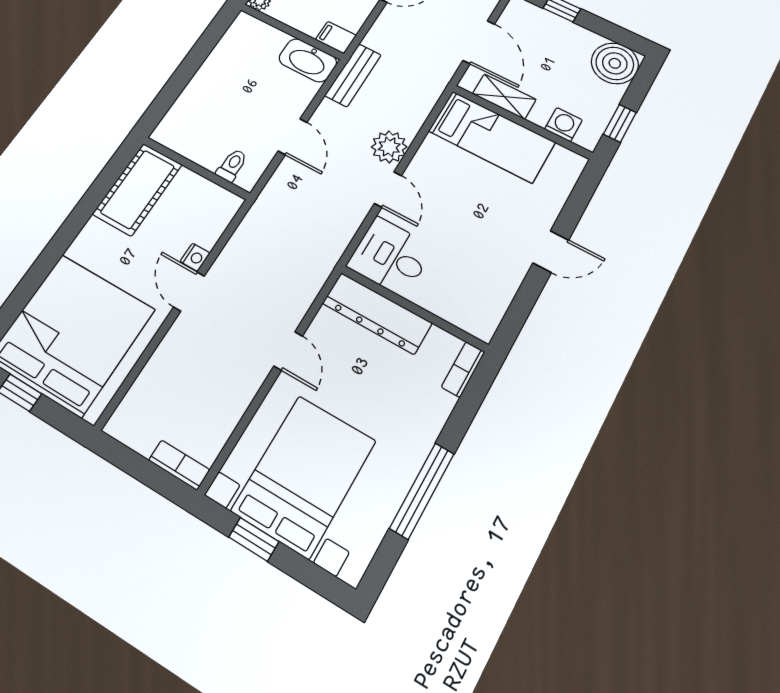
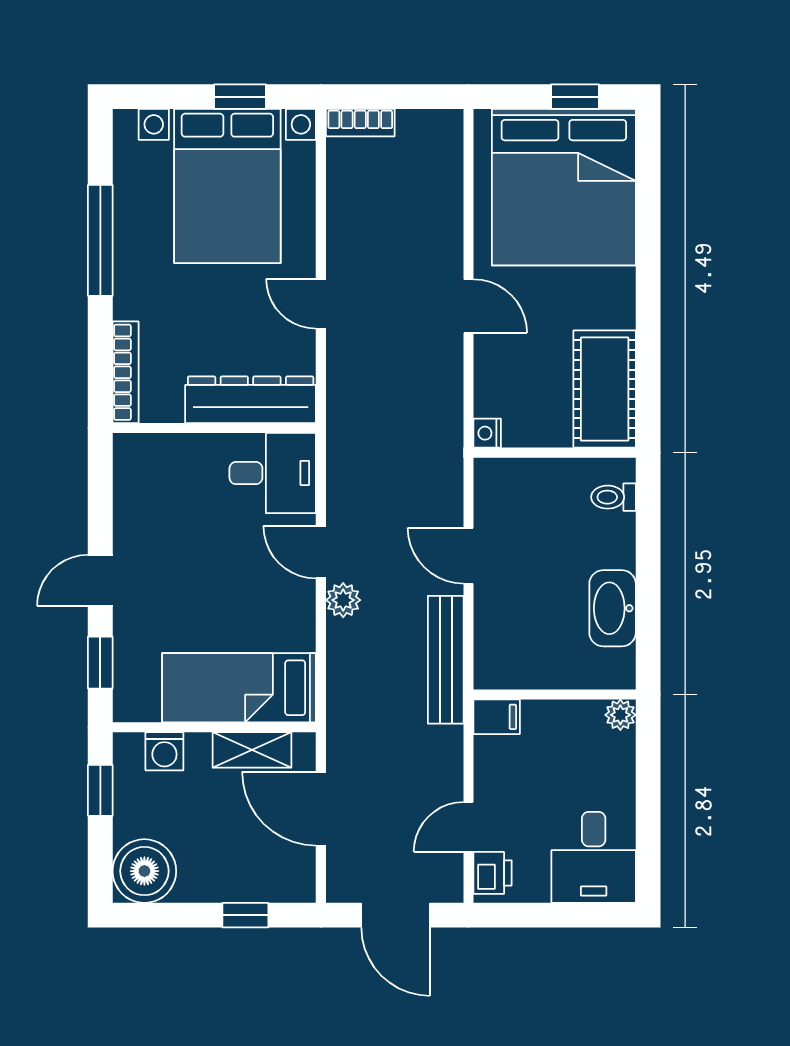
washbasin: (308, 60) -> (613, 608), moved, turned -90
bench: (353, 75) -> (446, 660), width x1.36
plant: (389, 147) -> (343, 600), width x0.73, depth x0.73
toilet: (232, 165) -> (613, 497), moved, turned 90
window: (579, 200) -> (100, 663), added
nightstand: (195, 257) -> (487, 433), moved
bookcase: (463, 369) -> (126, 372), width x1.56

